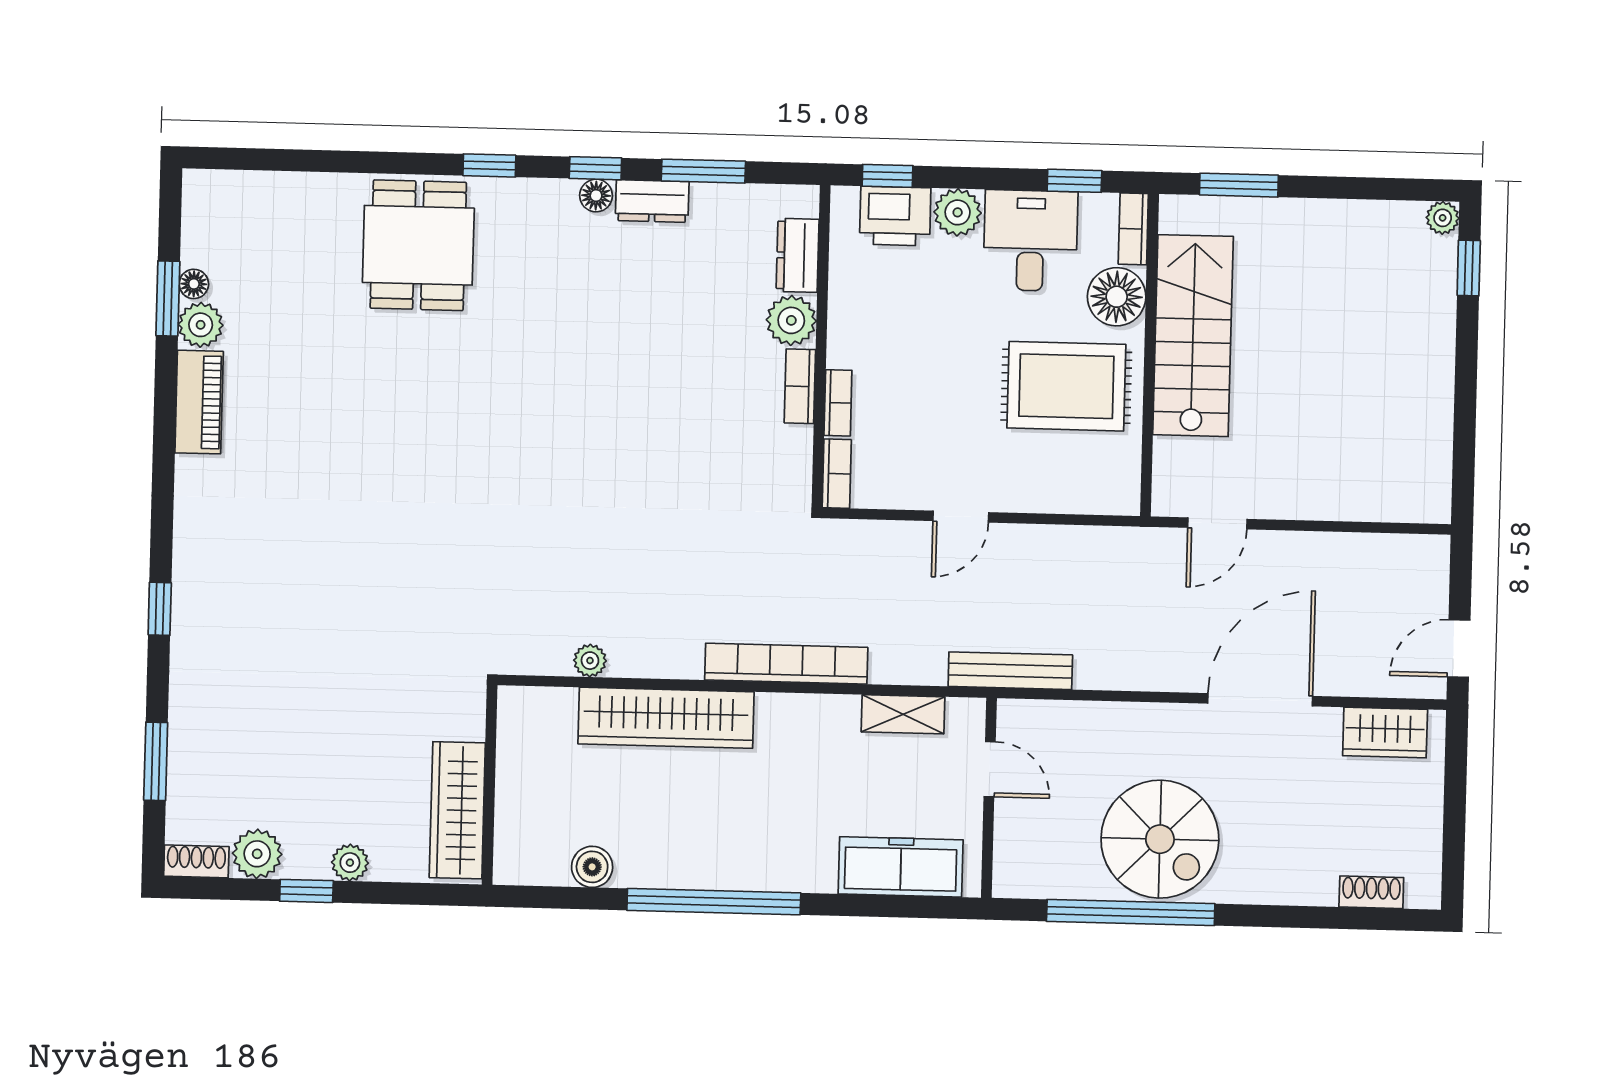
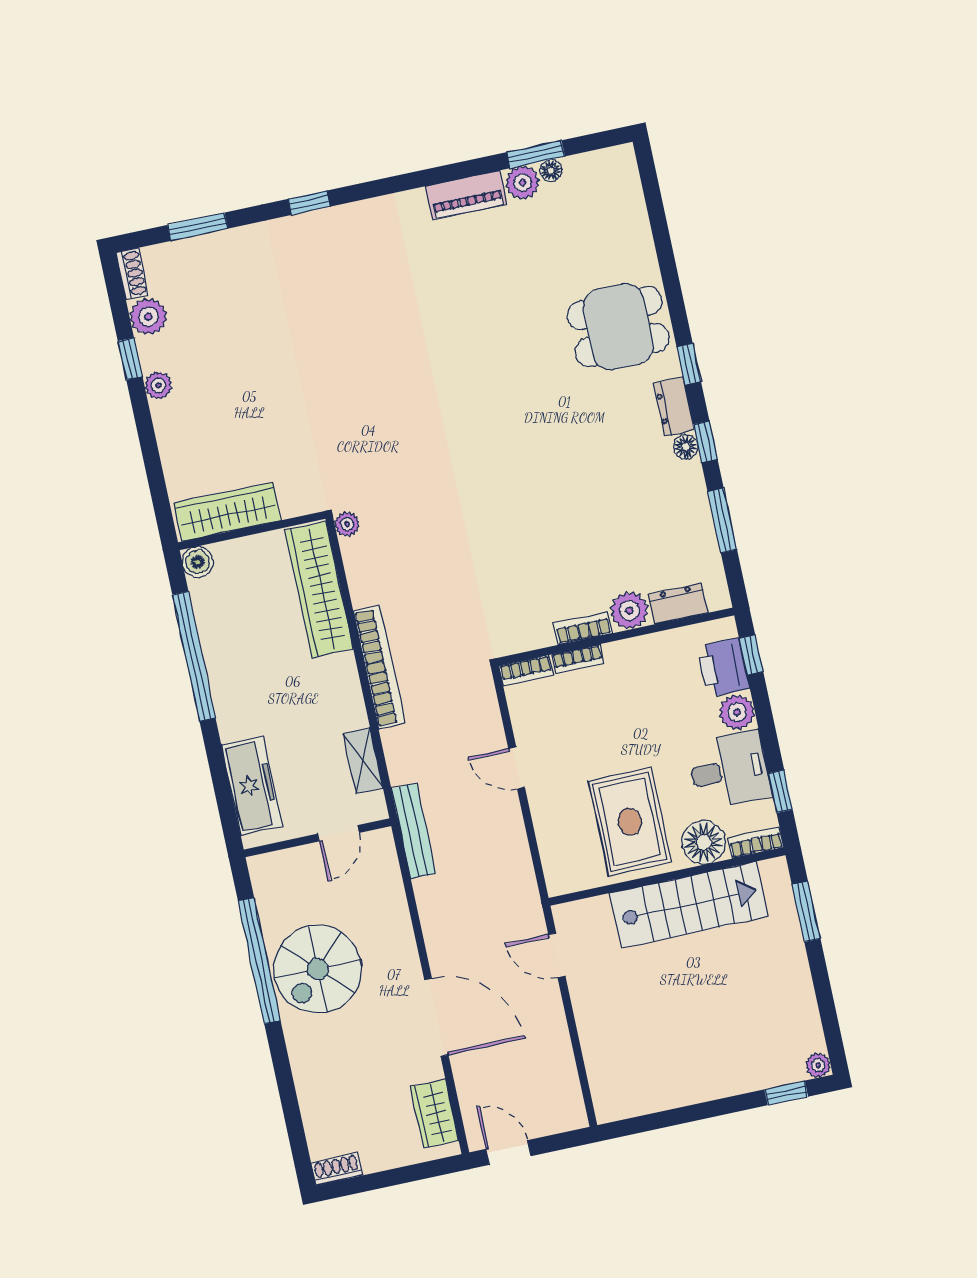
dresser: (652, 201) -> (674, 407), moved
wall: (490, 785) -> (252, 531), moved
wardrobe: (457, 810) -> (228, 512), moved
shoe rack: (1371, 892) -> (337, 1169), moved, turned -90

